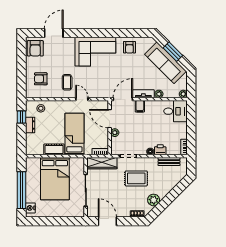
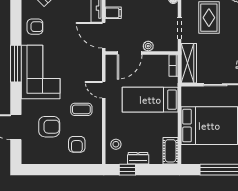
window: (102, 33) -> (16, 64), added
armchair: (35, 48) -> (49, 127), moved
door: (82, 99) -> (104, 90), hinge flipped
cot: (54, 149) -> (170, 151), moved

